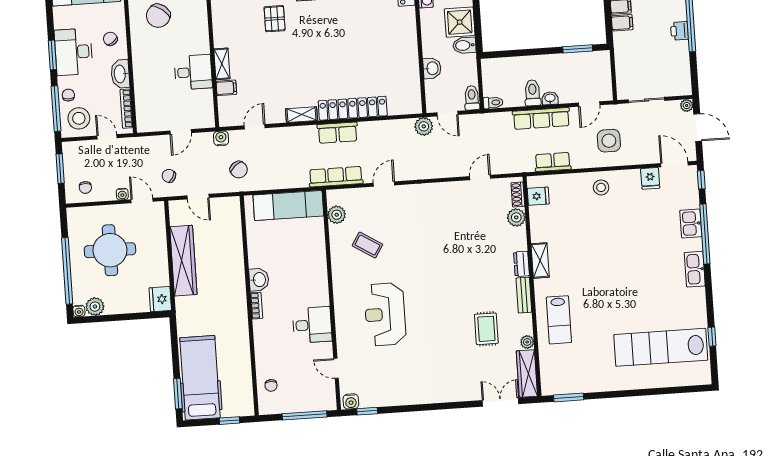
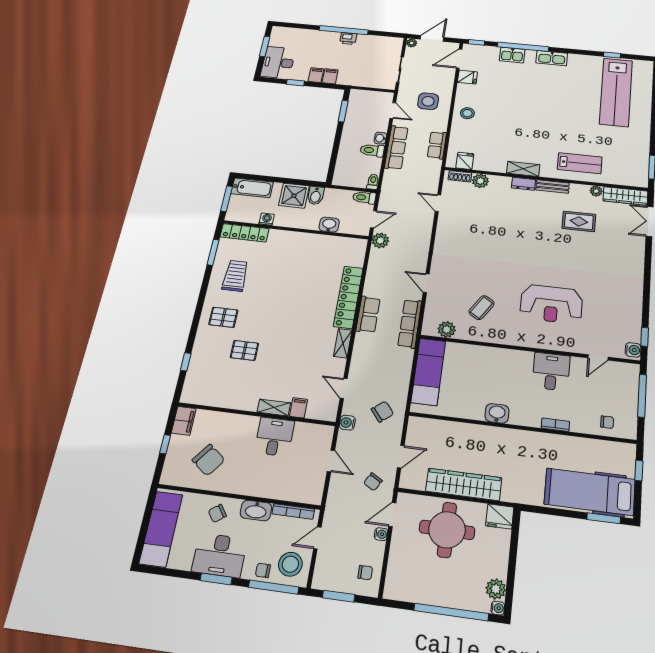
round table: (110, 250) -> (447, 530), moved
bookcase: (256, 306) -> (555, 425), moved

